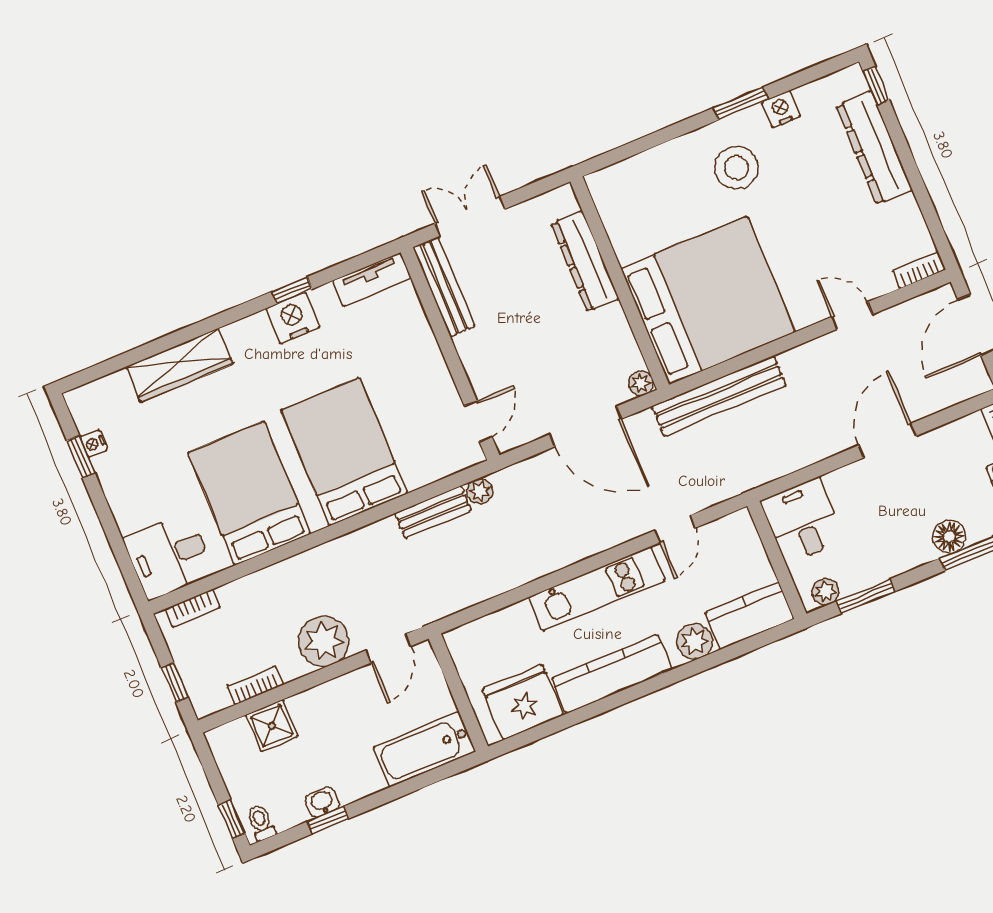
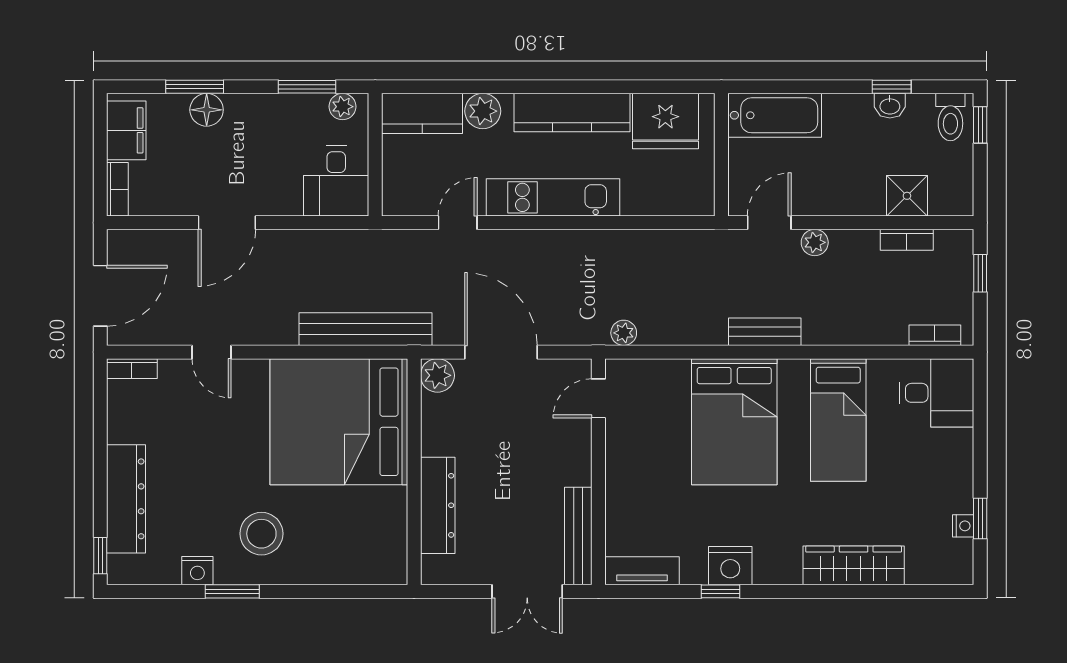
plant: (641, 383) -> (437, 375), width x1.38, depth x1.38
bed: (249, 493) -> (838, 420), width x0.67
bench: (433, 512) -> (765, 332), moved
plant: (324, 641) -> (815, 242), width x0.53, depth x0.53
toilet: (261, 822) -> (950, 117), width x1.37, depth x1.39

